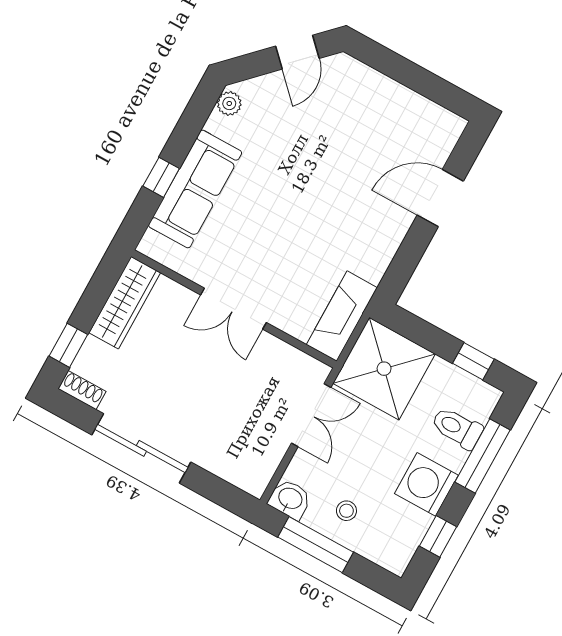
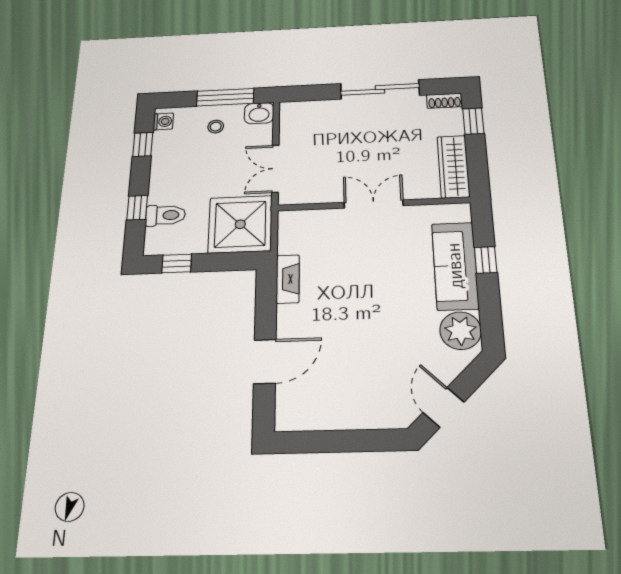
plant: (229, 103) -> (461, 331), width x1.88, depth x1.88
fireplace: (342, 316) -> (288, 279), moved, width x0.73, depth x0.76
window: (482, 456) -> (137, 208), width x0.46
washing machine: (426, 484) -> (163, 121), moved, width x0.53, depth x0.53

